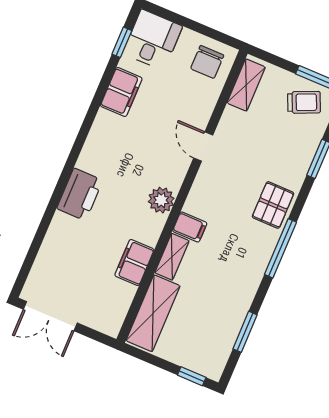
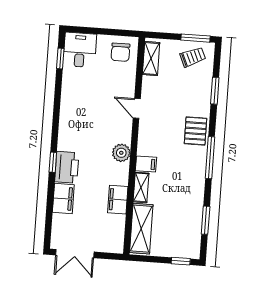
filing cabinet: (121, 92) -> (63, 199), moved
window: (63, 181) -> (53, 162), added

